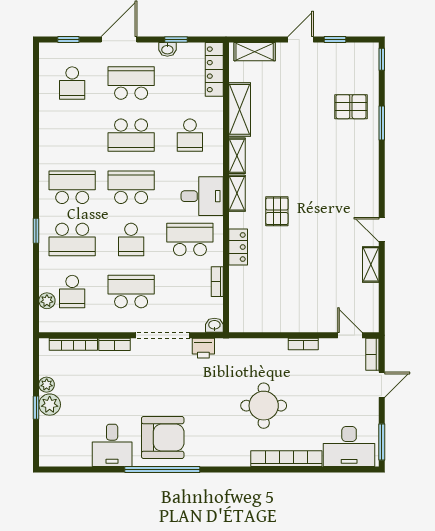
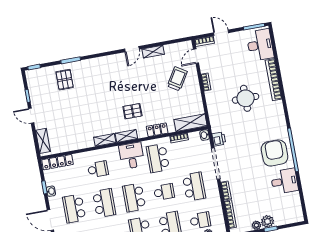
shelving: (240, 109) -> (190, 123), moved
school desk: (131, 292) -> (194, 187), turned 180
trolley: (318, 297) -> (177, 79), added

